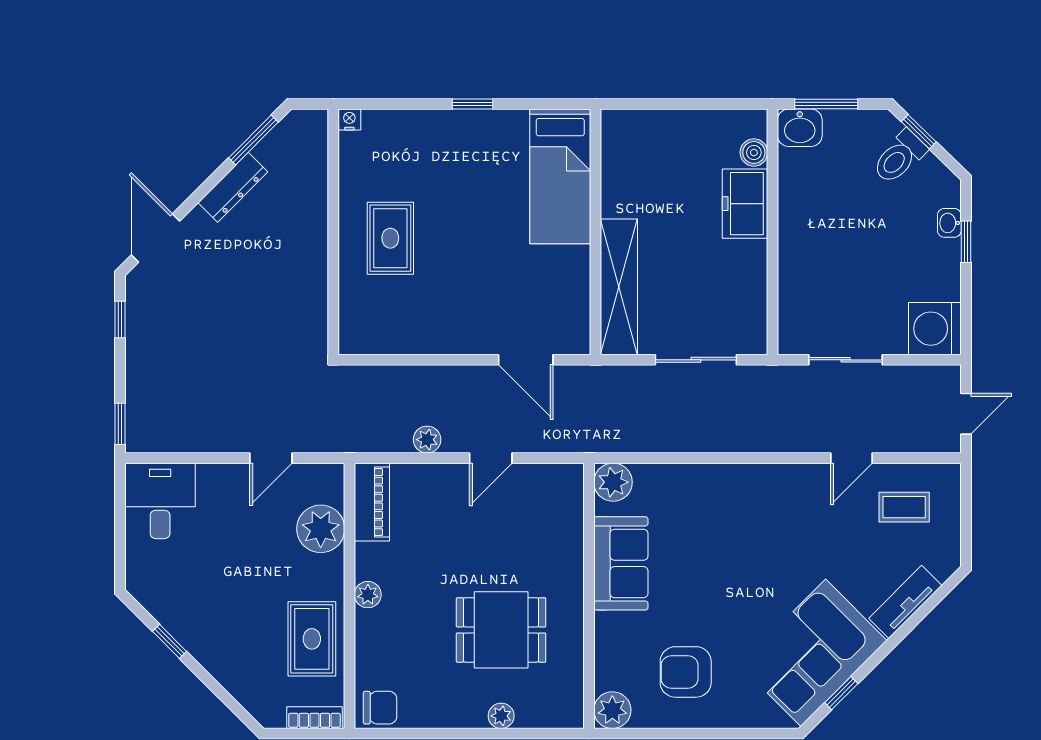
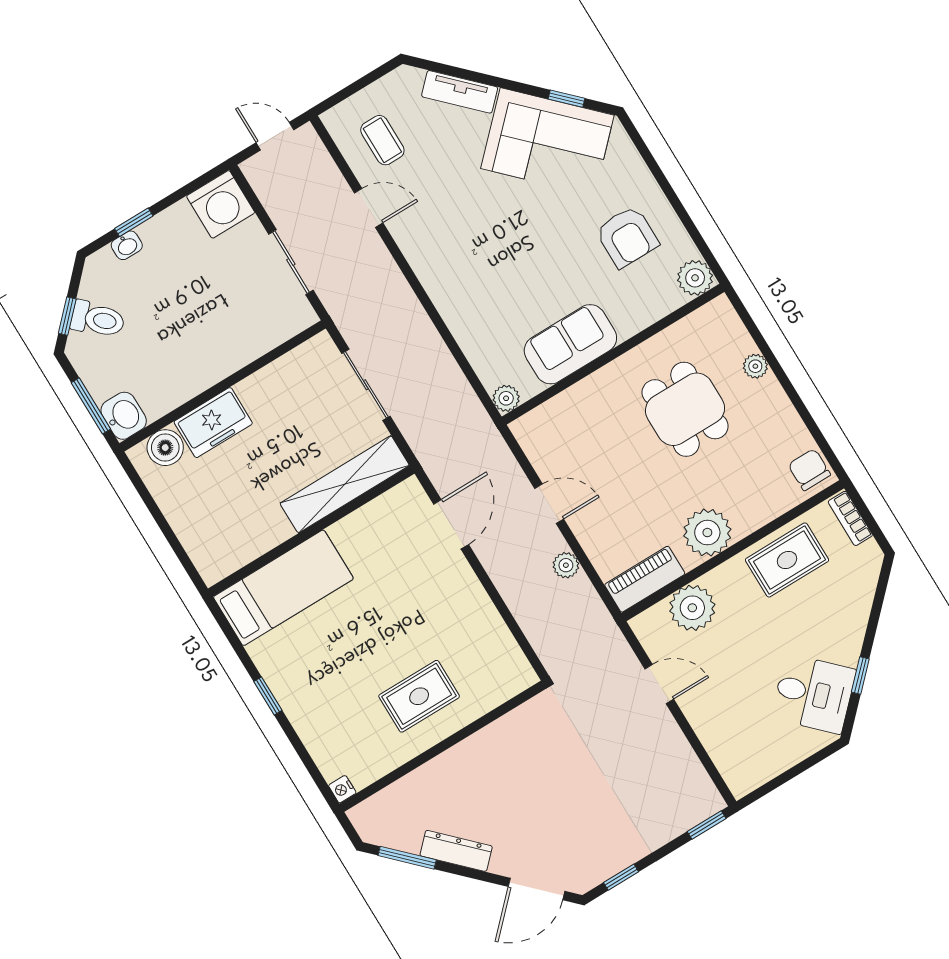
boiler: (754, 152) -> (165, 448), width x1.36, depth x1.36
plant: (613, 482) -> (506, 398), width x0.73, depth x0.73
desk: (160, 501) -> (814, 694), moved, turned -135
plant: (368, 595) -> (707, 533), width x1.87, depth x1.87

